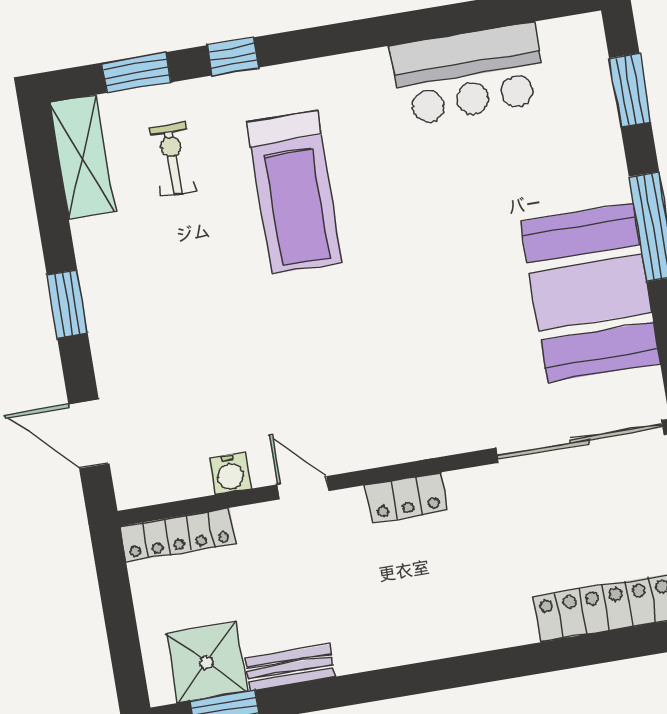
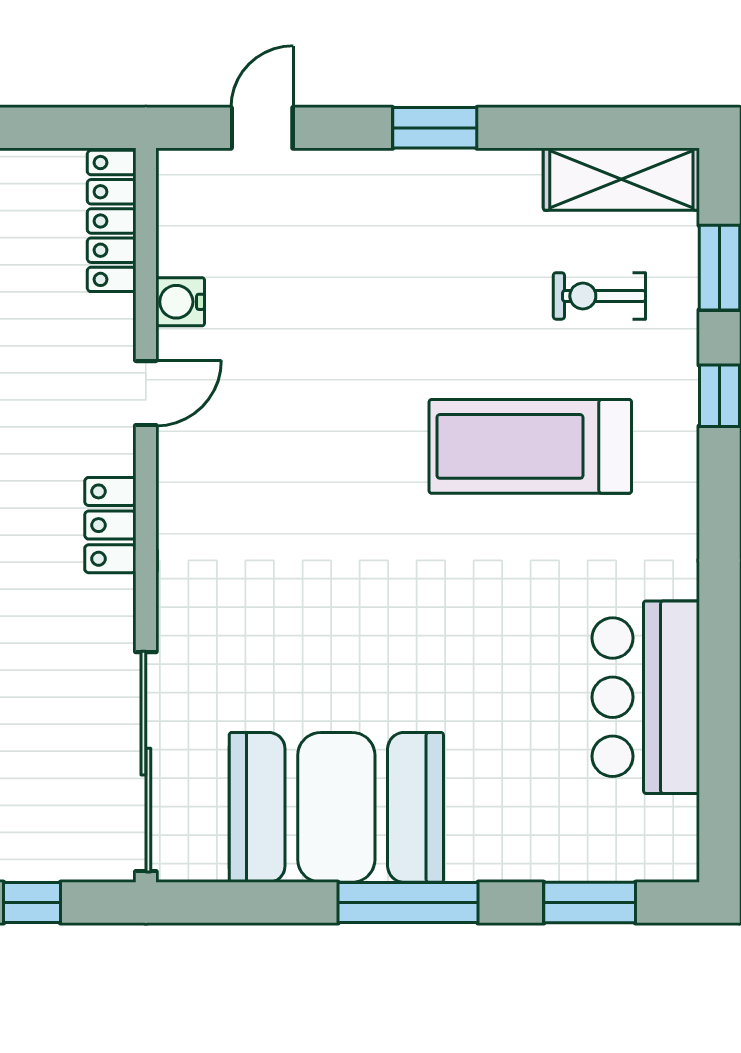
exercise bike: (173, 159) -> (599, 296), turned 180
door: (89, 434) -> (262, 128), width x0.73

